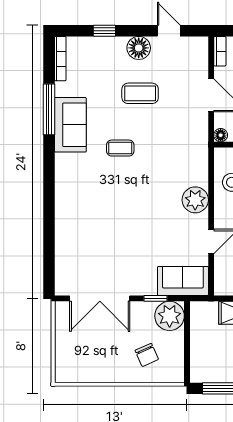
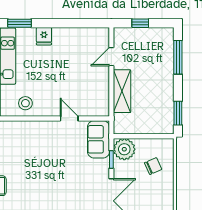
plant: (195, 200) -> (38, 130), removed

